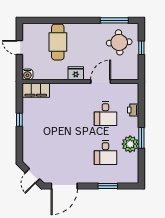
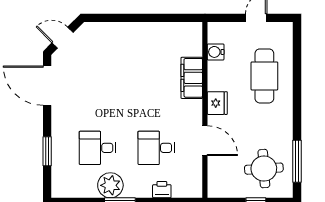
cafe table: (58, 42) -> (264, 76), turned 90
water cooler: (27, 74) -> (216, 52), moved
filing cabinet: (36, 90) -> (192, 78), moved
window: (19, 120) -> (147, 18), removed

